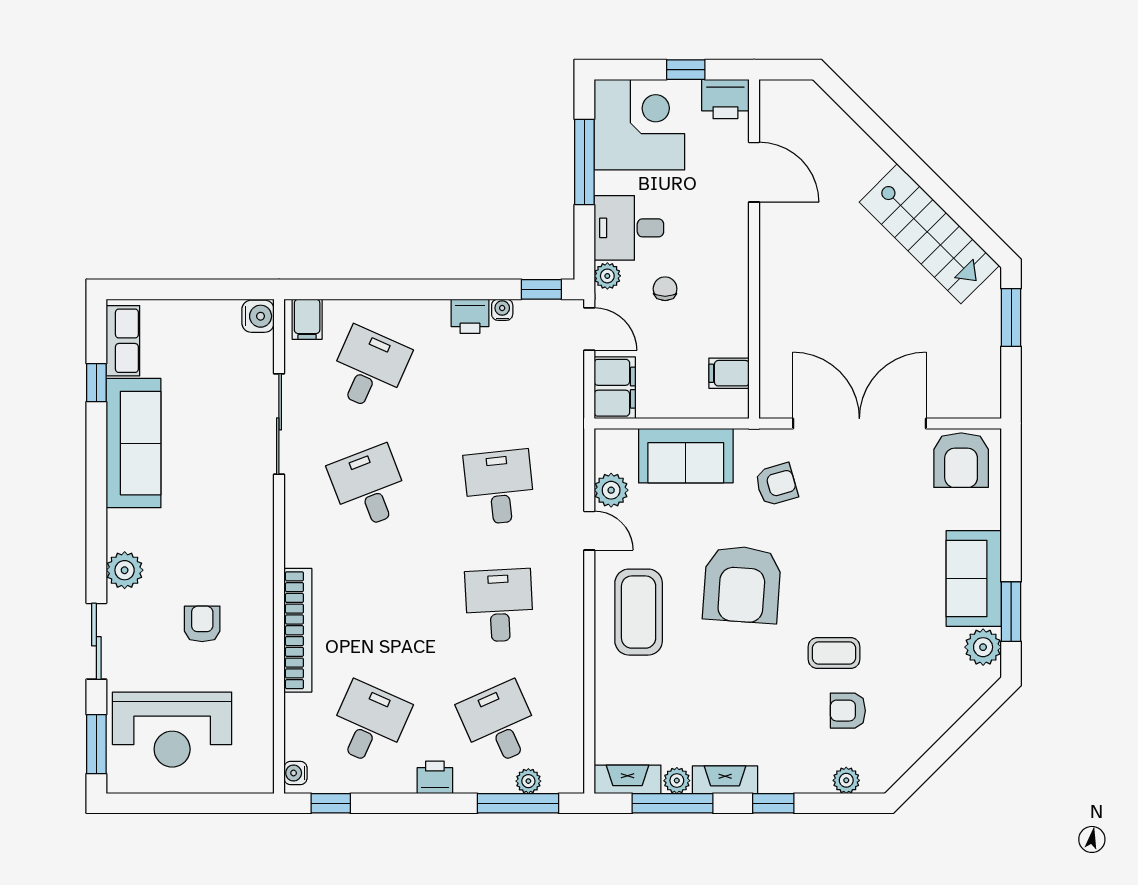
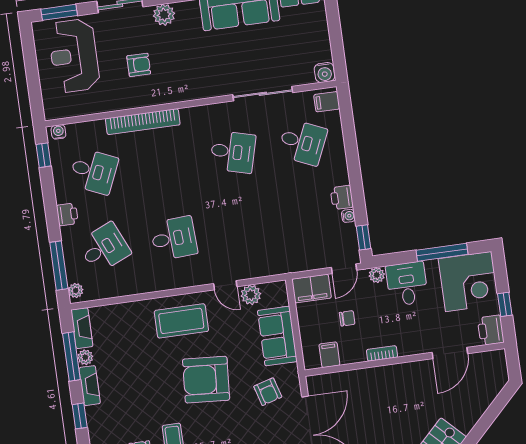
bookcase: (739, 285) -> (382, 353), added
chair: (665, 289) -> (347, 318), moved
desk: (369, 487) -> (233, 152), turned 36
desk: (499, 487) -> (243, 229), removed
door: (589, 531) -> (225, 285), hinge flipped
plant: (528, 781) -> (76, 290), moved

